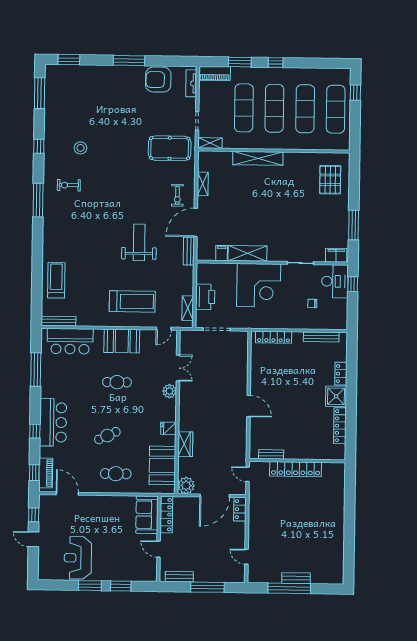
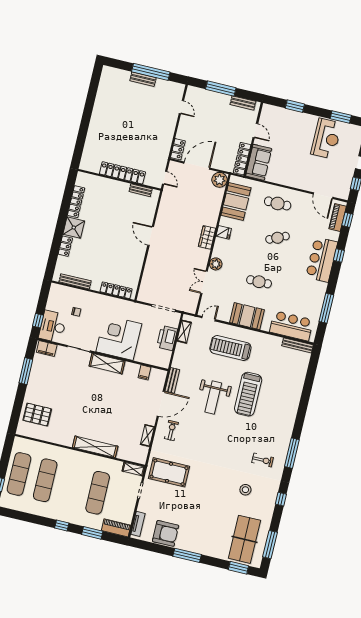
table tennis table: (69, 93) -> (244, 539), added
exercise mat: (274, 108) -> (71, 486), removed
pallet: (330, 180) -> (37, 415), turned 90
shelving: (248, 253) -> (107, 364), moved
treadmill: (56, 280) -> (248, 394), moved, width x1.37, depth x1.38
wardrobe: (185, 444) -> (207, 237), moved
window: (90, 586) -> (341, 117), moved

